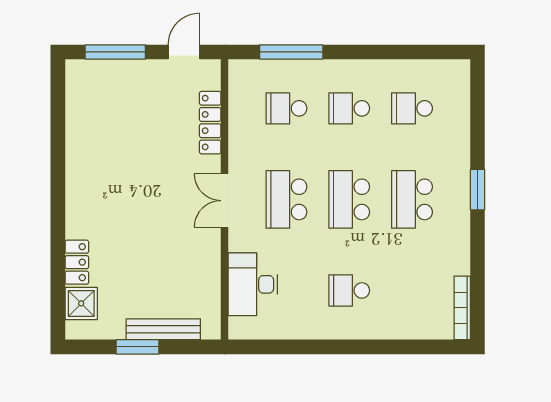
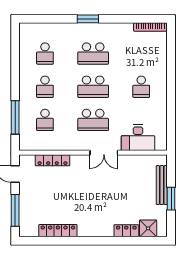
locker: (77, 133) -> (58, 231), added
double door: (225, 201) -> (104, 153), moved

